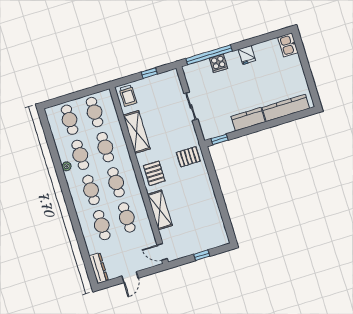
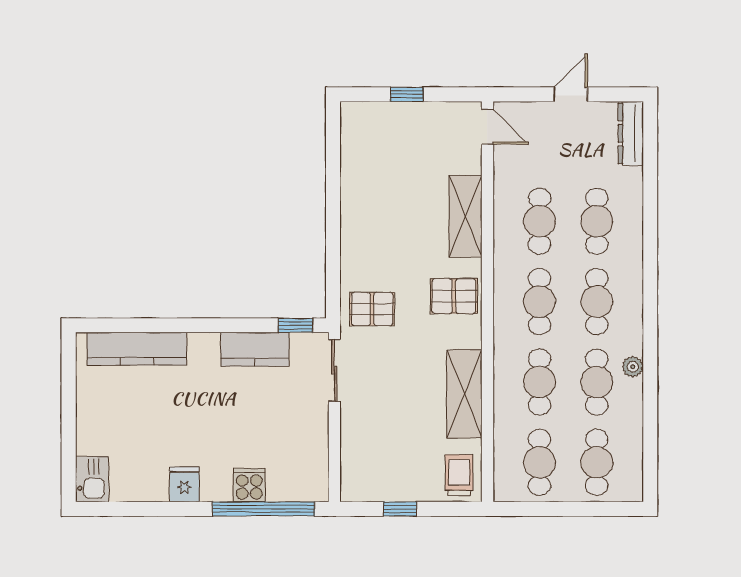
sliding door: (191, 106) -> (334, 370), moved
kitchen counter: (248, 119) -> (255, 349), moved
pallet: (154, 173) -> (454, 296), turned 90

